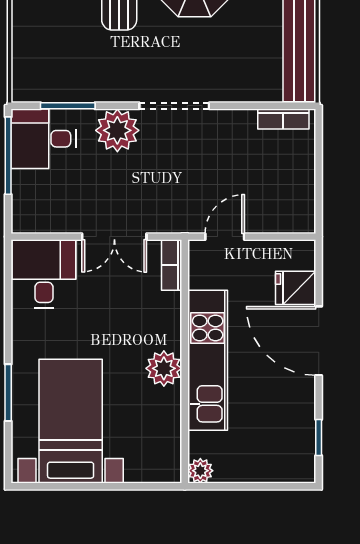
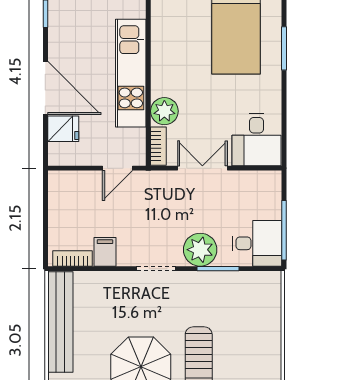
window: (68, 106) -> (218, 269), moved
doorway: (174, 106) -> (156, 269), width x0.73
filing cabinet: (241, 128) -> (105, 252), added
plant: (164, 368) -> (164, 111), moved

